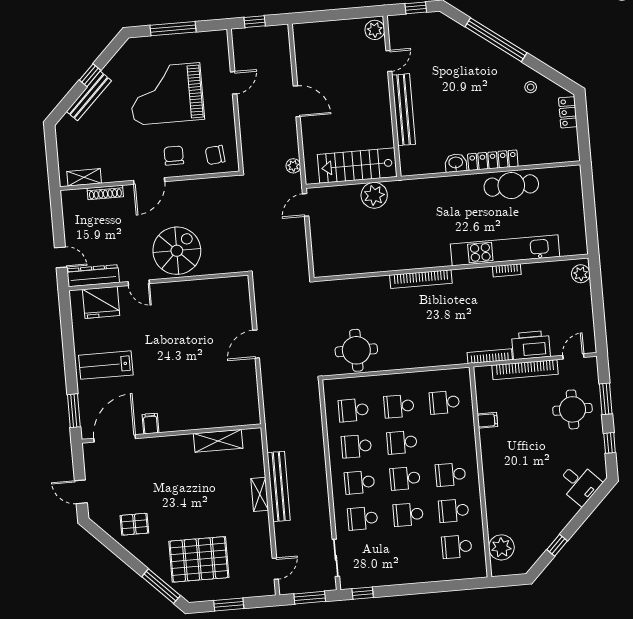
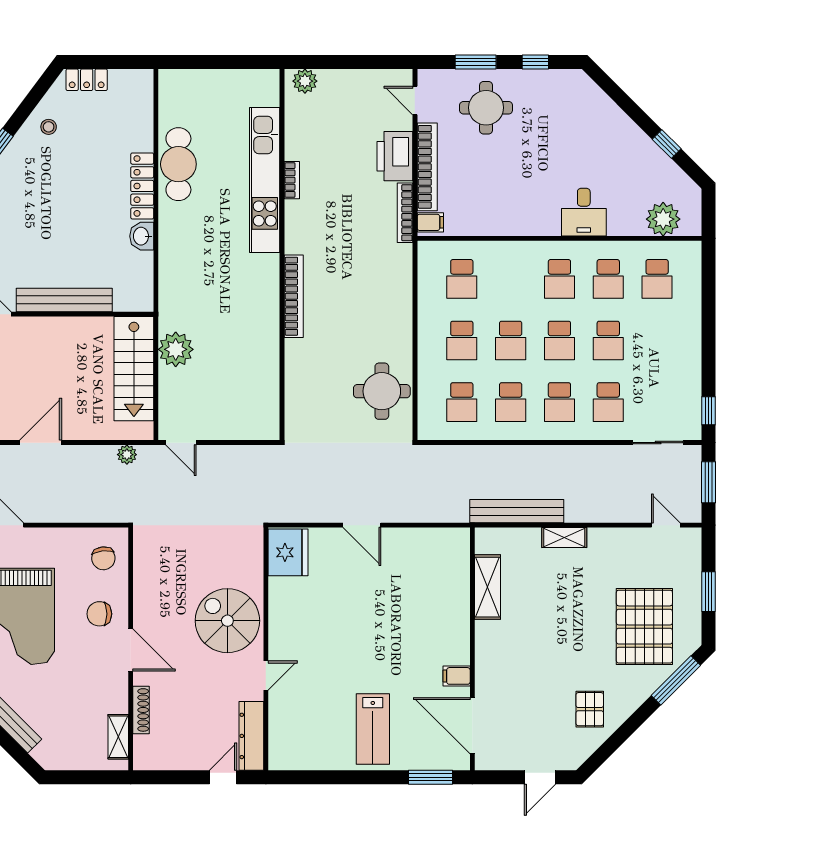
fridge: (101, 302) -> (288, 552), moved
filing cabinet: (487, 420) -> (430, 222), moved, turned 90
desk: (579, 483) -> (584, 212), moved, turned 135
bench: (279, 486) -> (517, 511), moved

